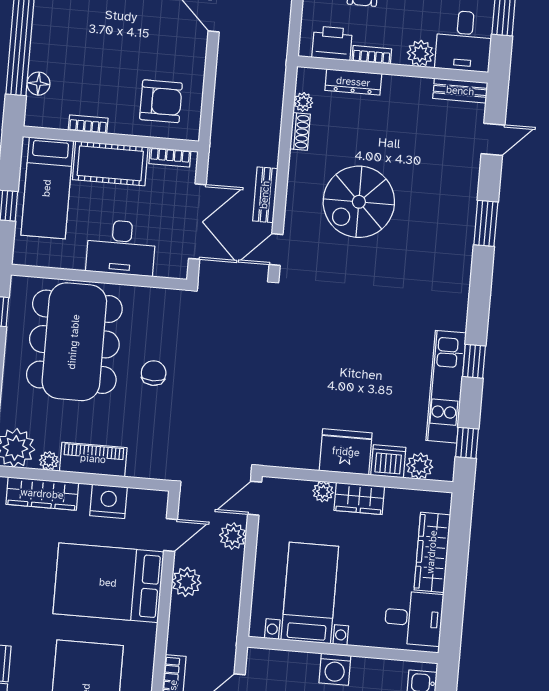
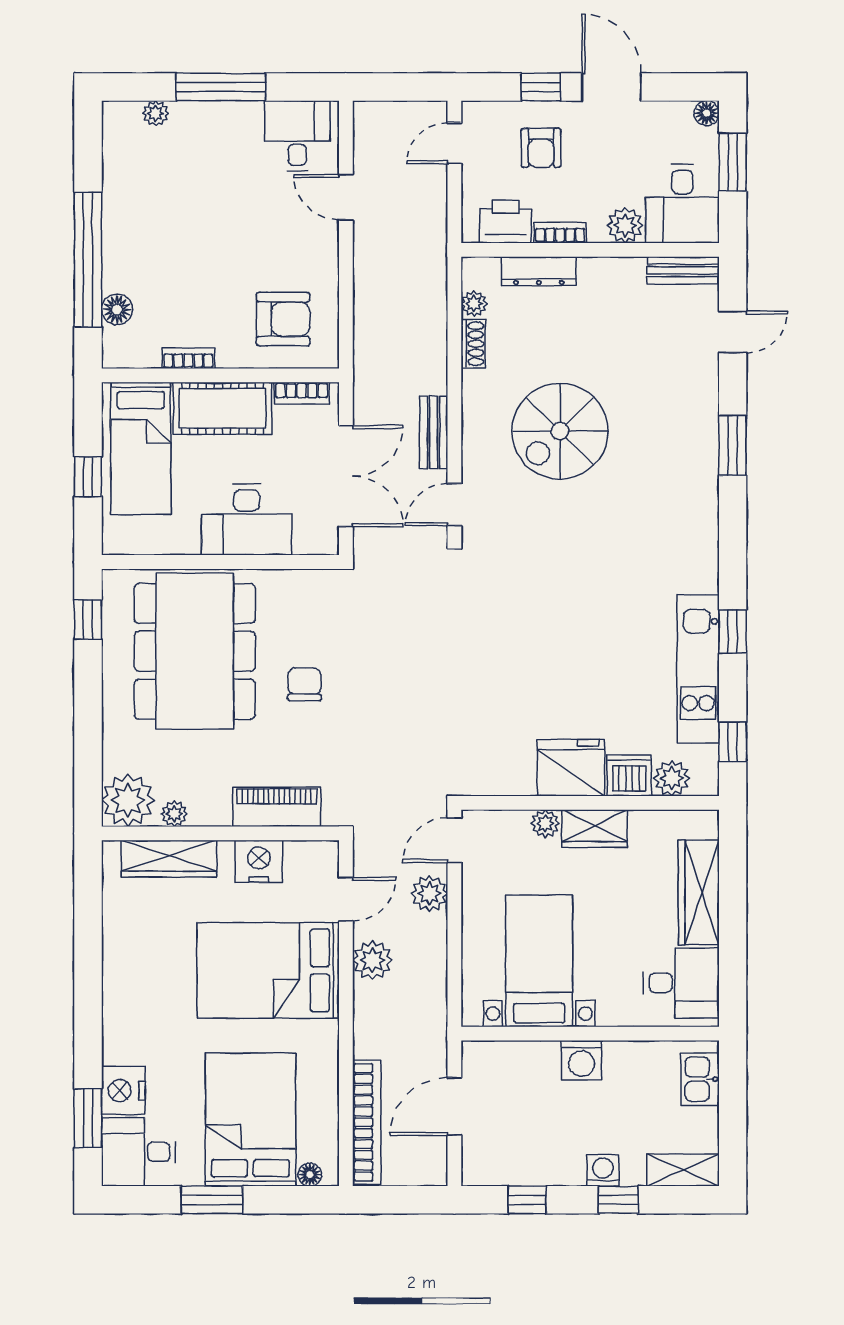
piano: (93, 459) -> (277, 807), moved

